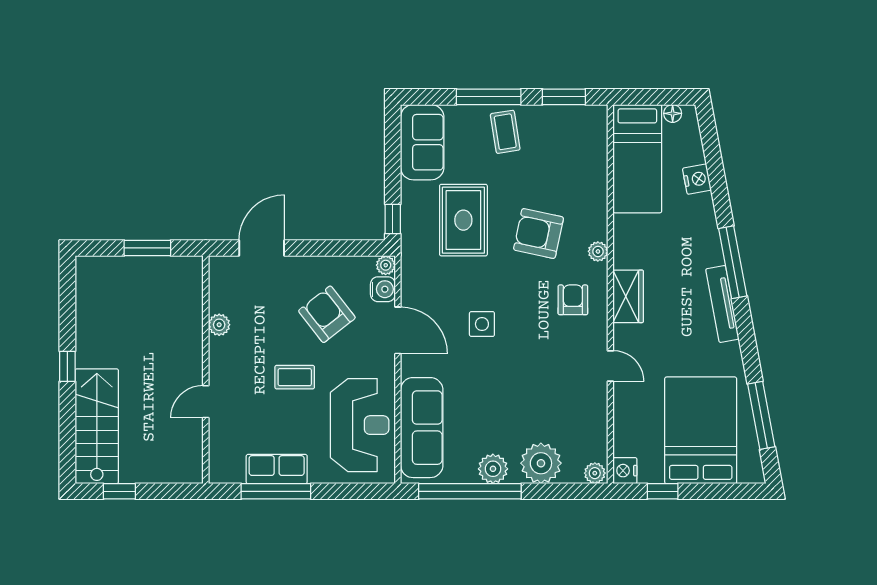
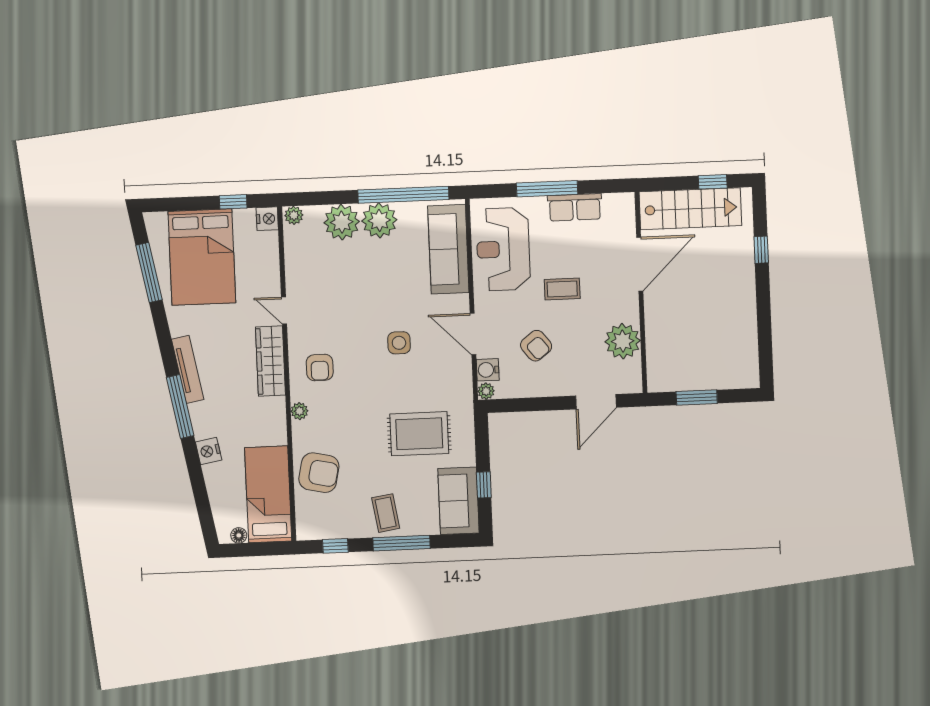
window: (564, 97) -> (335, 546), width x0.67
nightstand: (697, 179) -> (209, 451), moved
window: (393, 219) -> (484, 485), moved
rug: (463, 220) -> (419, 434), turned 90
armchair: (539, 234) -> (319, 473), moved
wardrobe: (628, 296) -> (271, 361), width x1.50
armchair: (327, 314) -> (536, 346), width x0.72, depth x0.72
plant: (219, 325) -> (623, 341), width x1.88, depth x1.88
window: (67, 366) -> (761, 250), moved
door: (206, 402) -> (640, 264), width x1.87
stairs: (97, 426) -> (690, 209), moved, turned -90
plant: (493, 469) -> (379, 220), width x1.36, depth x1.36
window: (276, 491) -> (547, 189), moved

